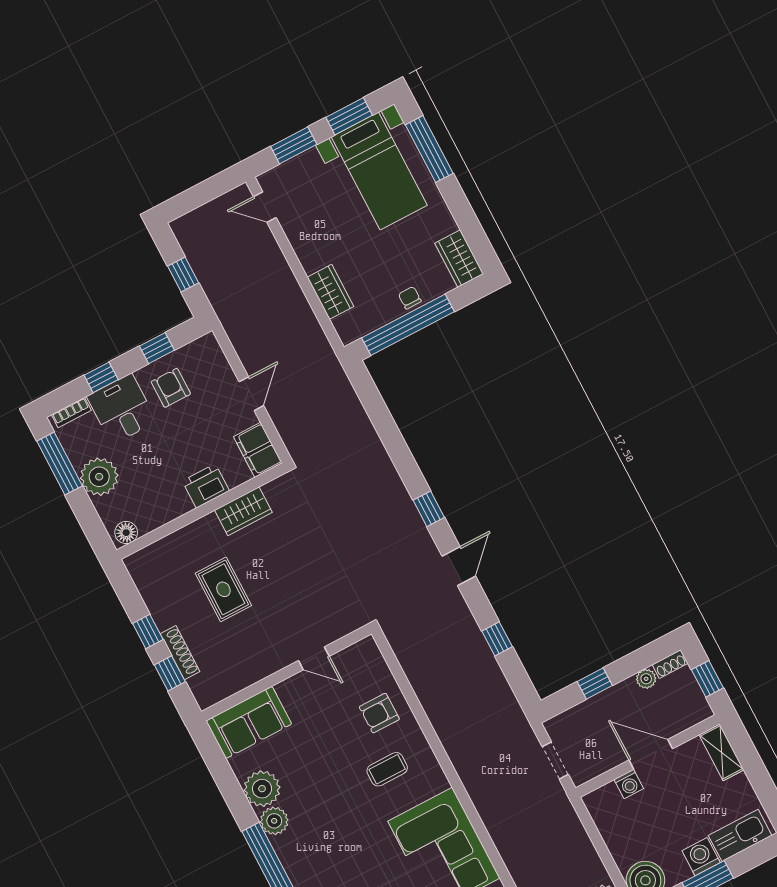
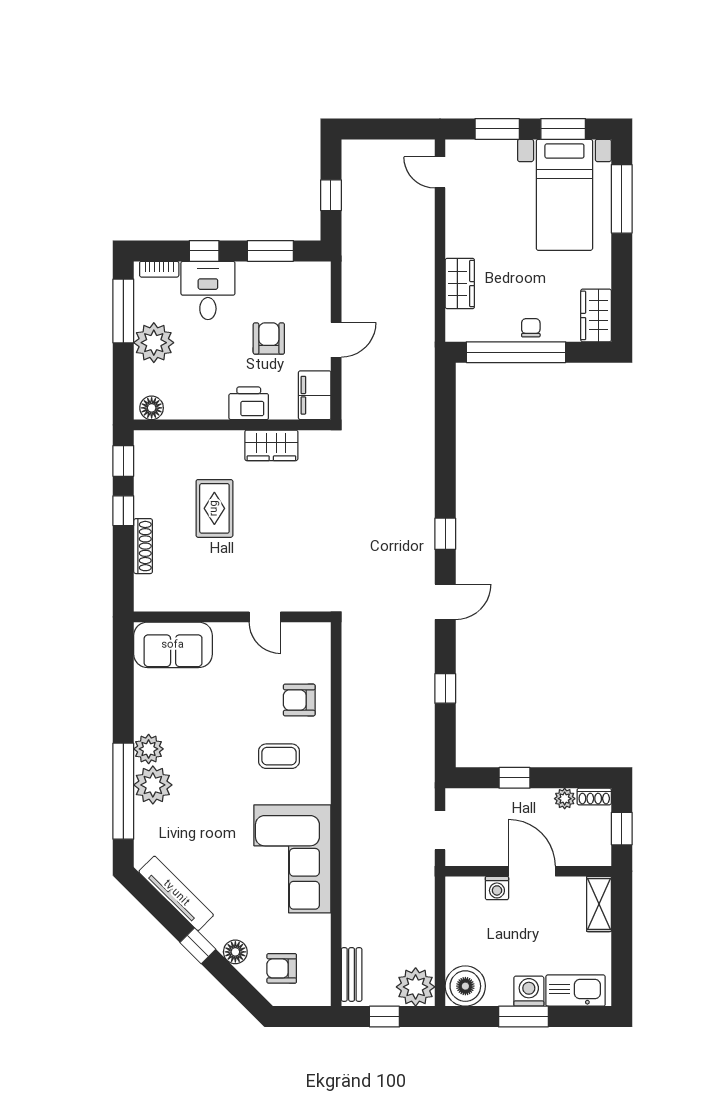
window: (157, 348) -> (270, 251), width x1.50
armchair: (171, 388) -> (269, 339), moved
window: (170, 673) -> (123, 461), moved
plant: (262, 789) -> (153, 785), moved

